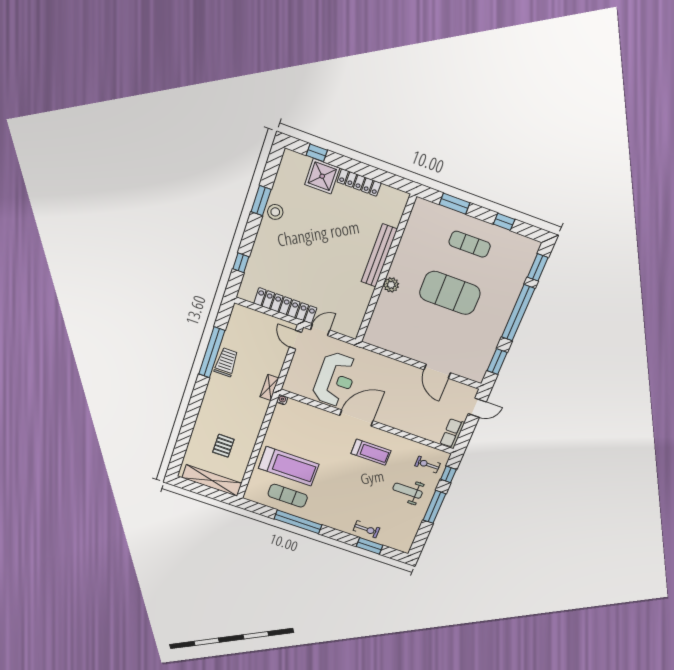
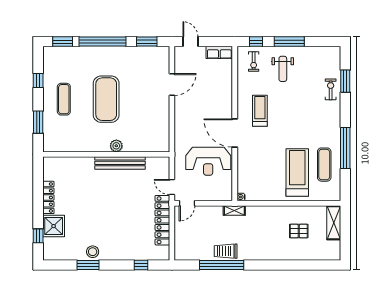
bench: (379, 256) -> (120, 163), moved
reception desk: (335, 379) -> (208, 161), turned 180
shelving: (212, 480) -> (334, 223), width x0.68

